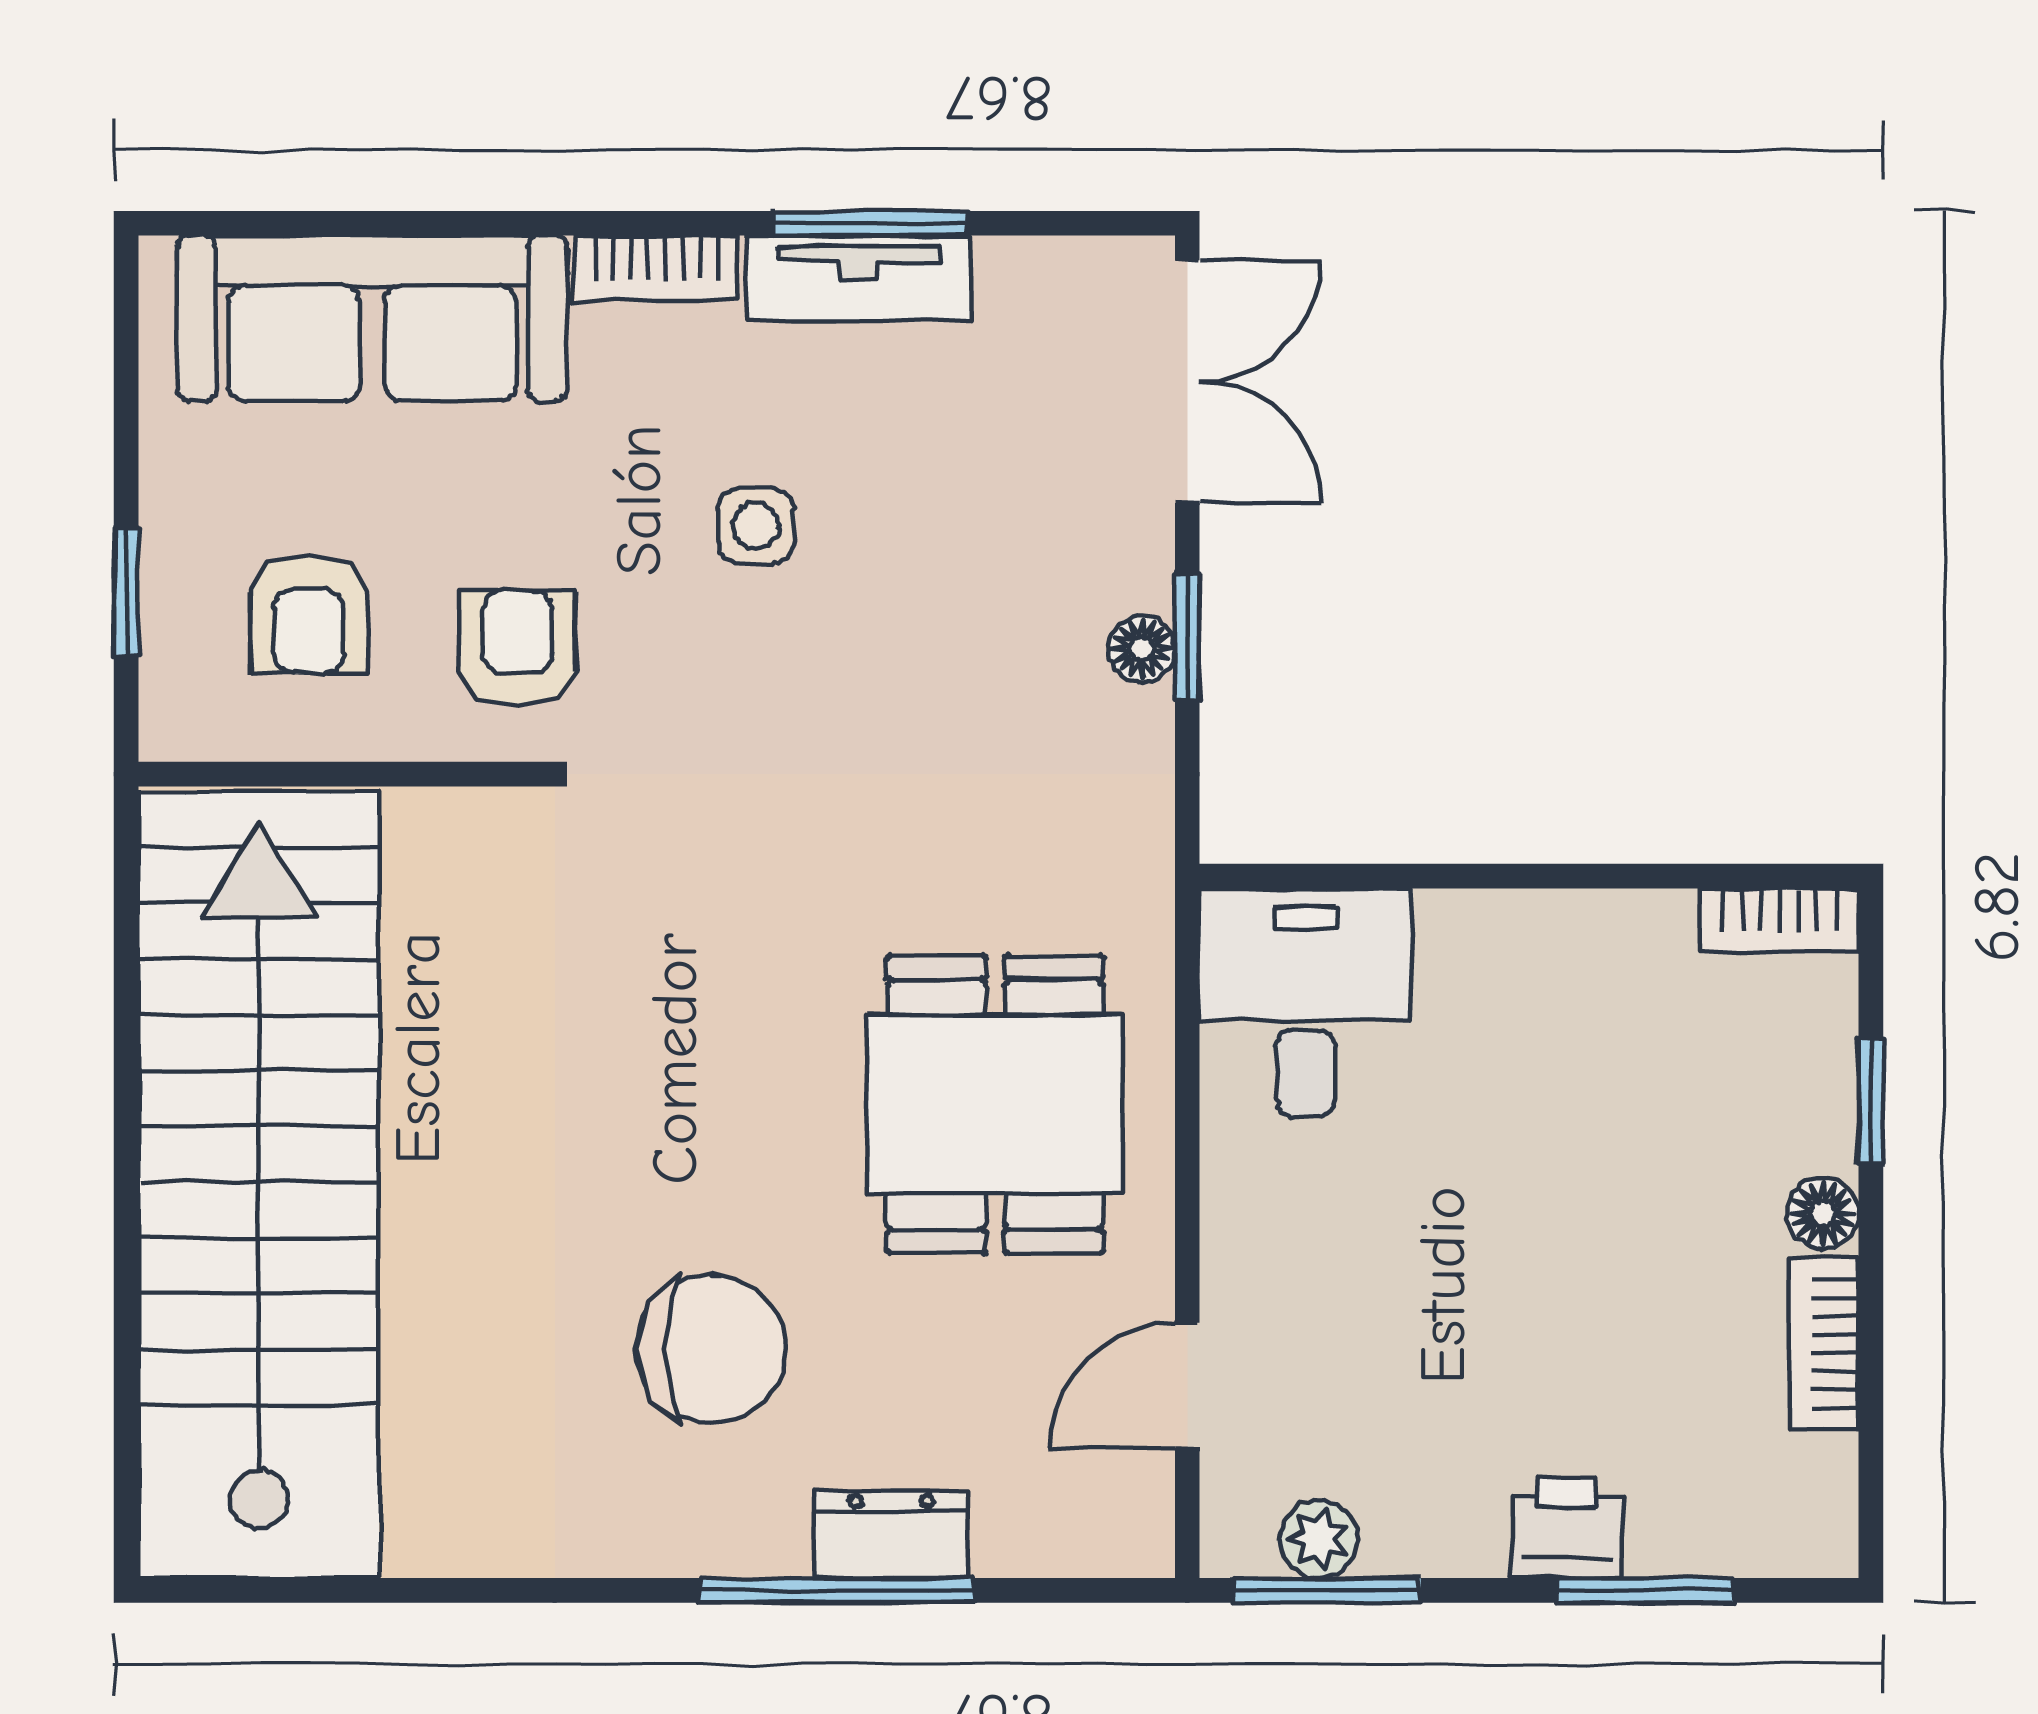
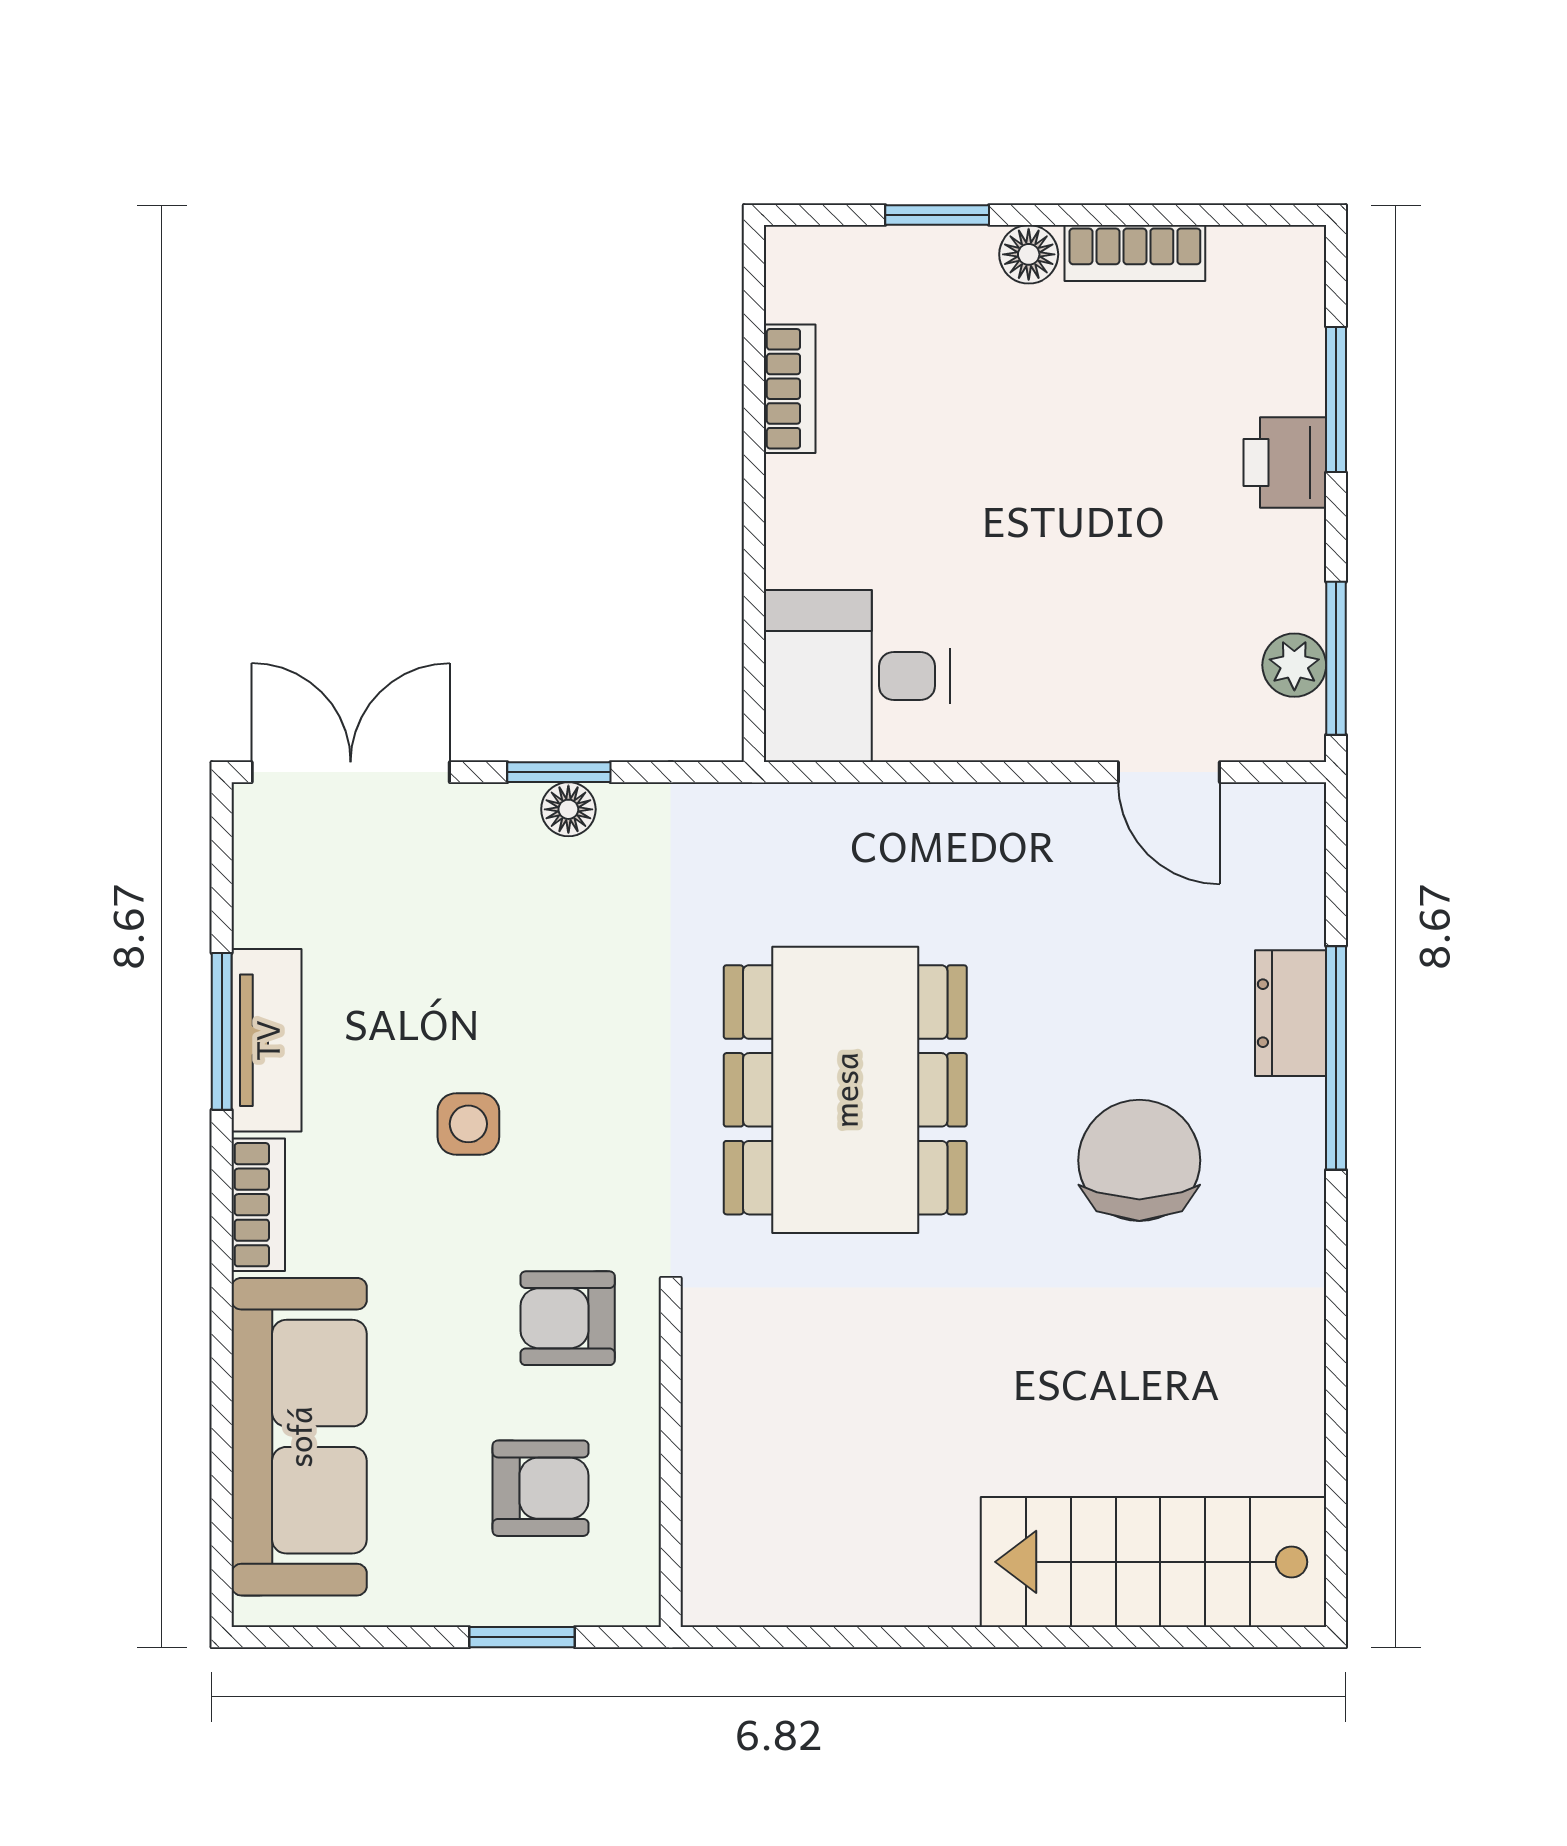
bookcase: (1780, 920) -> (790, 389), moved
dining table: (995, 1105) -> (845, 1090), moved, width x1.37
stairs: (259, 1185) -> (1153, 1562), width x0.54, depth x0.66

